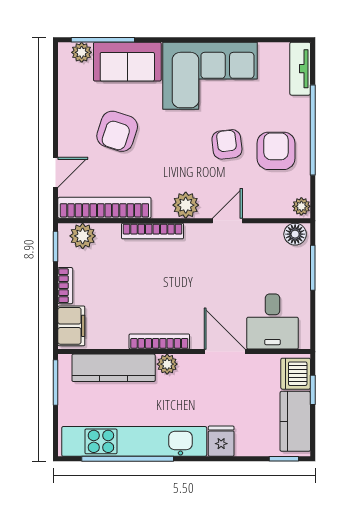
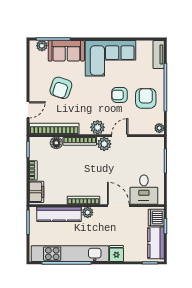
armchair: (227, 144) -> (120, 95), turned -83
floor lamp: (295, 234) -> (56, 143), moved
plant: (83, 236) -> (104, 144), moved

